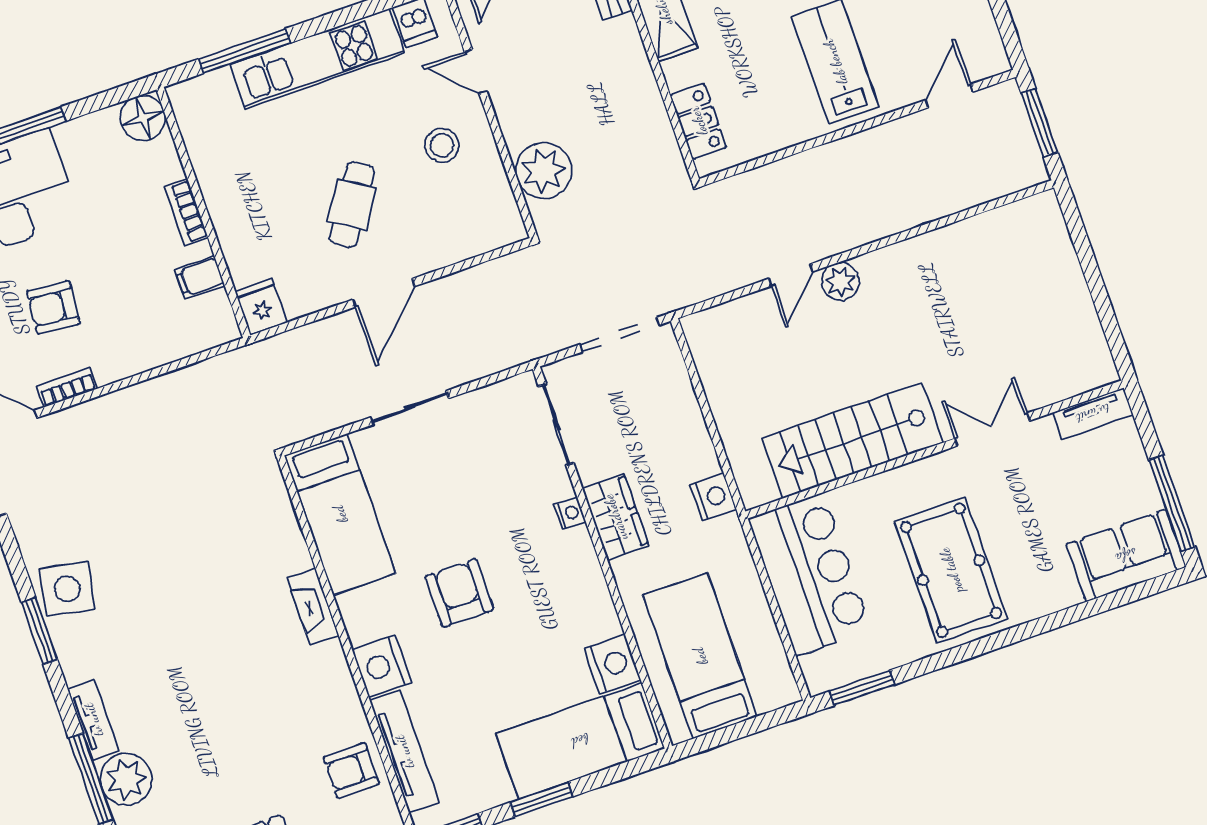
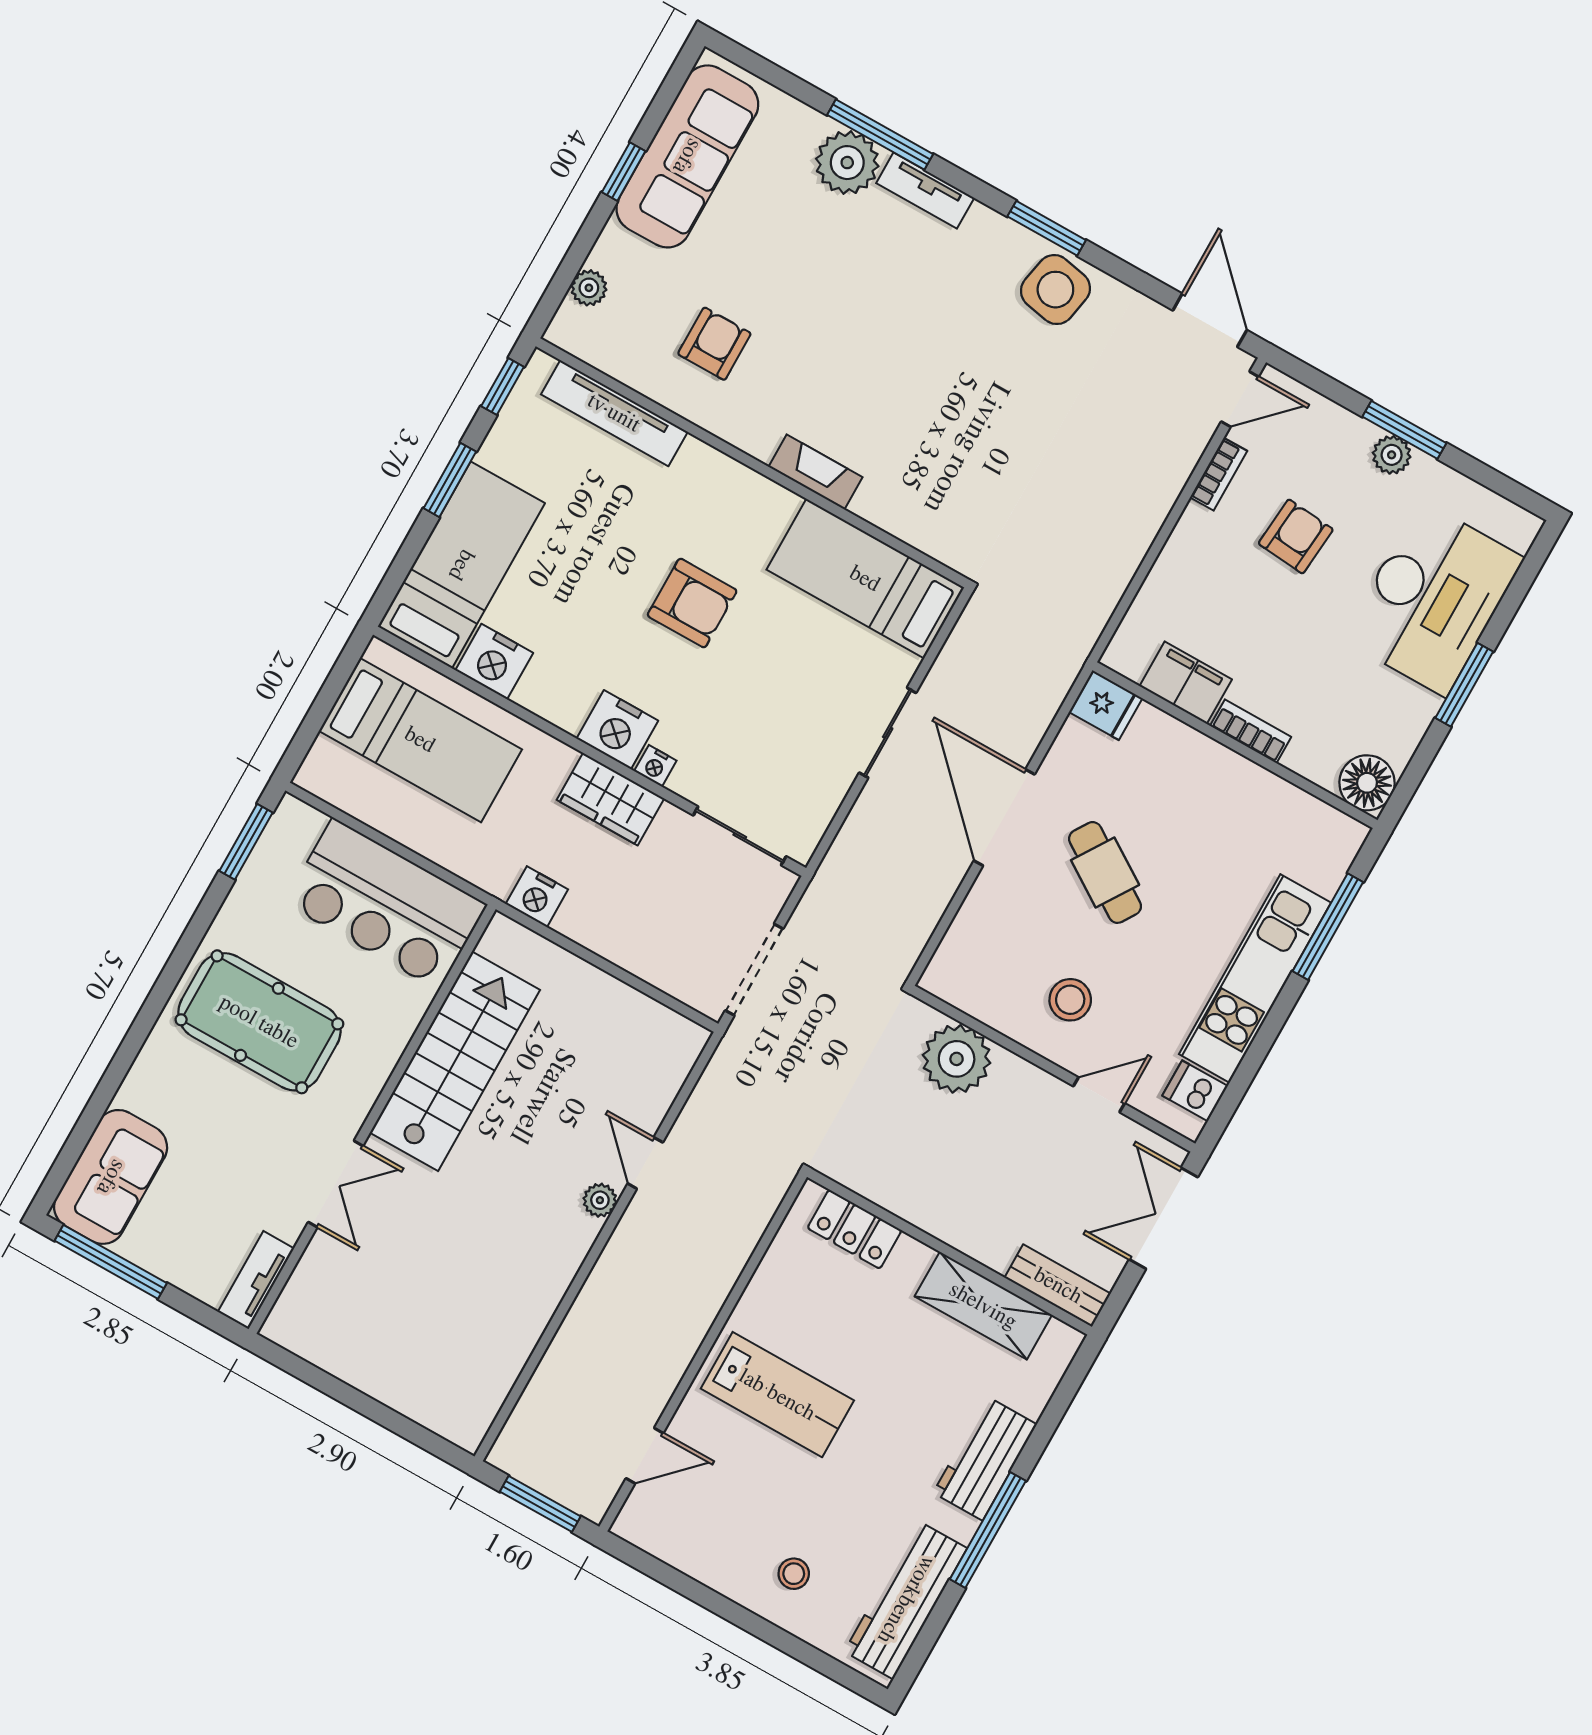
door: (949, 96) -> (645, 1456), hinge flipped
filing cabinet: (200, 277) -> (1186, 683), width x2.00
plant: (840, 282) -> (600, 1200), width x0.73, depth x0.73
door: (384, 293) -> (1004, 817), width x1.36
nightstand: (382, 666) -> (617, 730), moved, turned 180
armchair: (351, 771) -> (714, 344), moved

